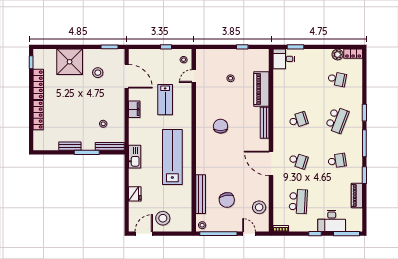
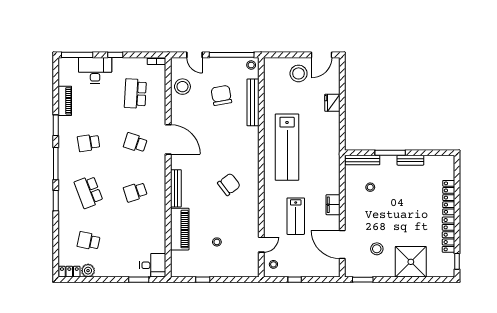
lab bench: (165, 100) -> (296, 216), turned 180
school desk: (337, 120) -> (89, 192), turned -42
chair: (221, 126) -> (229, 184), turned -127
kitchen sink: (135, 157) -> (332, 147), removed

